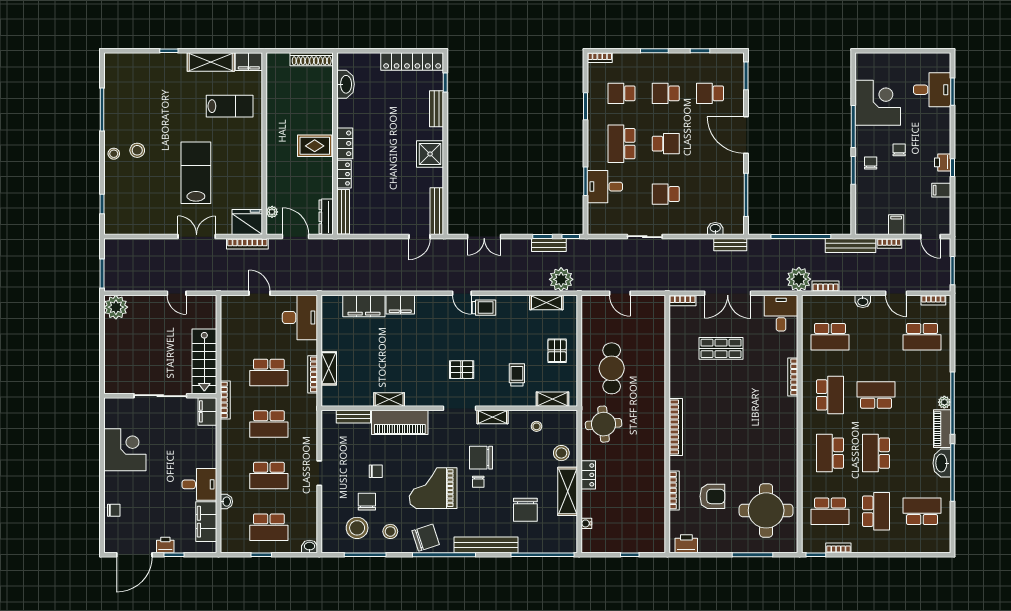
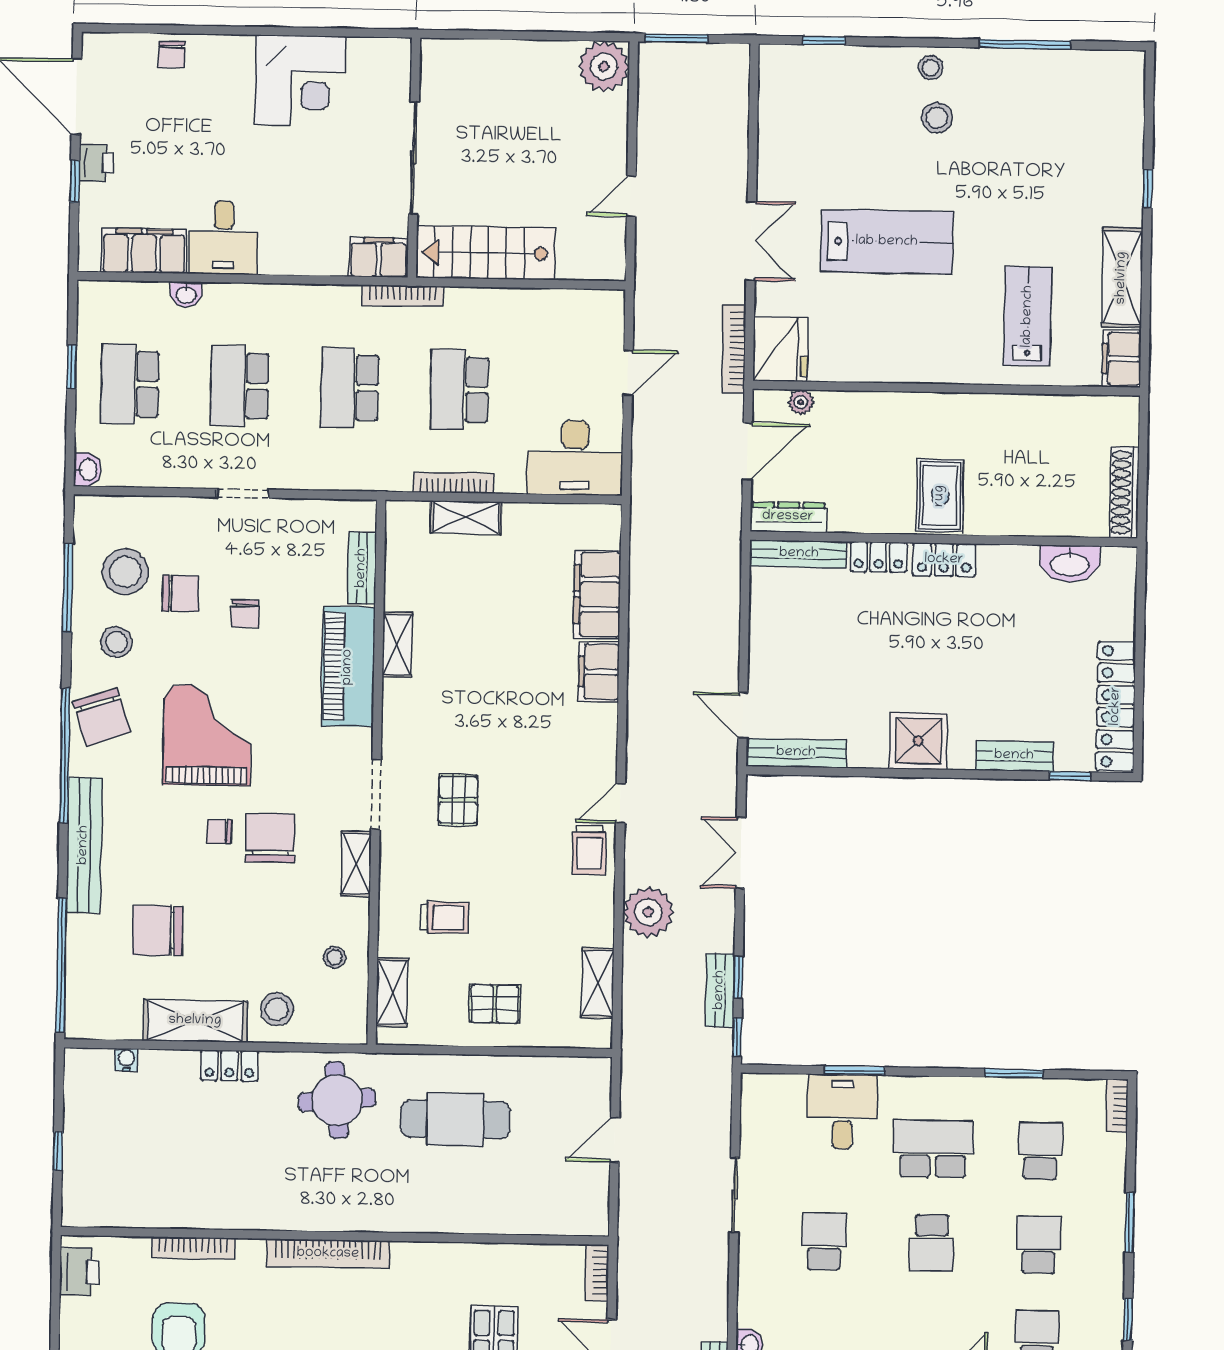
lab bench: (230, 106) -> (1028, 316), turned 180
plant: (561, 279) -> (648, 912), moved

